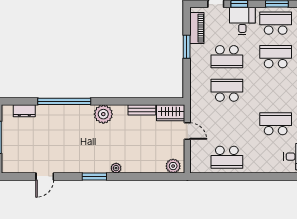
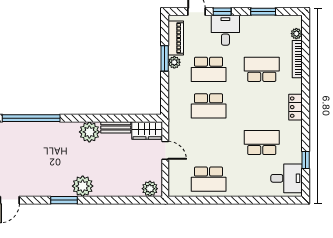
school desk: (276, 23) -> (262, 33), removed
plant: (196, 50) -> (174, 62), added
school desk: (227, 90) -> (209, 106), turned 180
plant: (103, 114) -> (89, 132), moved
plant: (116, 168) -> (83, 186), width x1.87, depth x1.87

